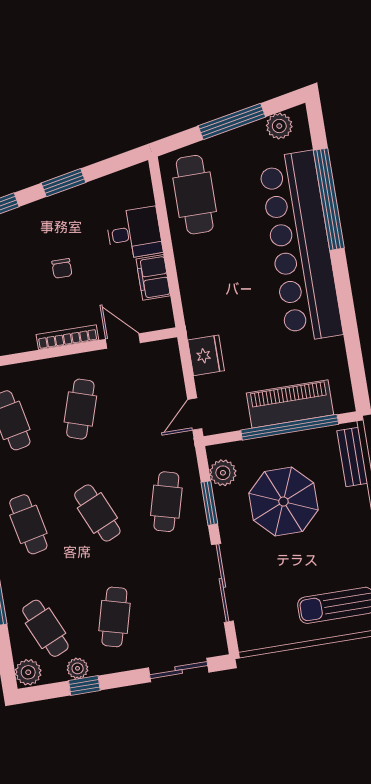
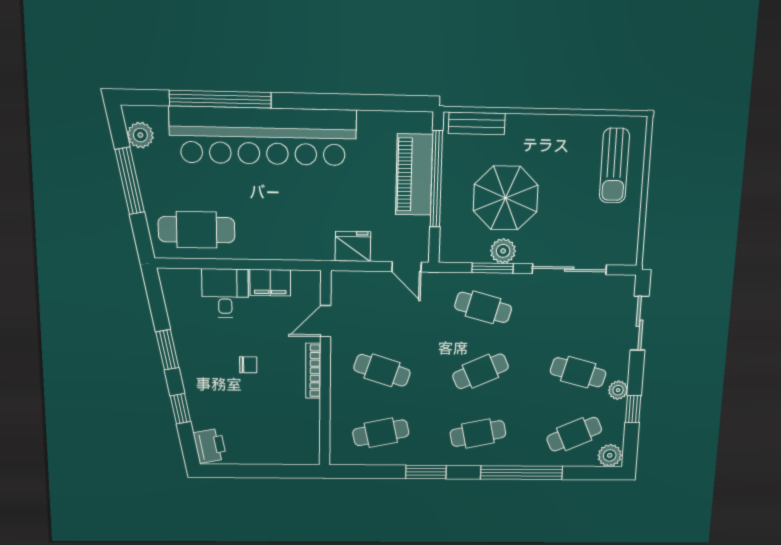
plant: (223, 473) -> (503, 251), moved
plant: (78, 668) -> (618, 390), moved

